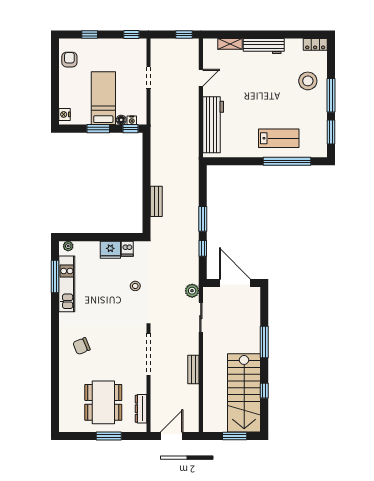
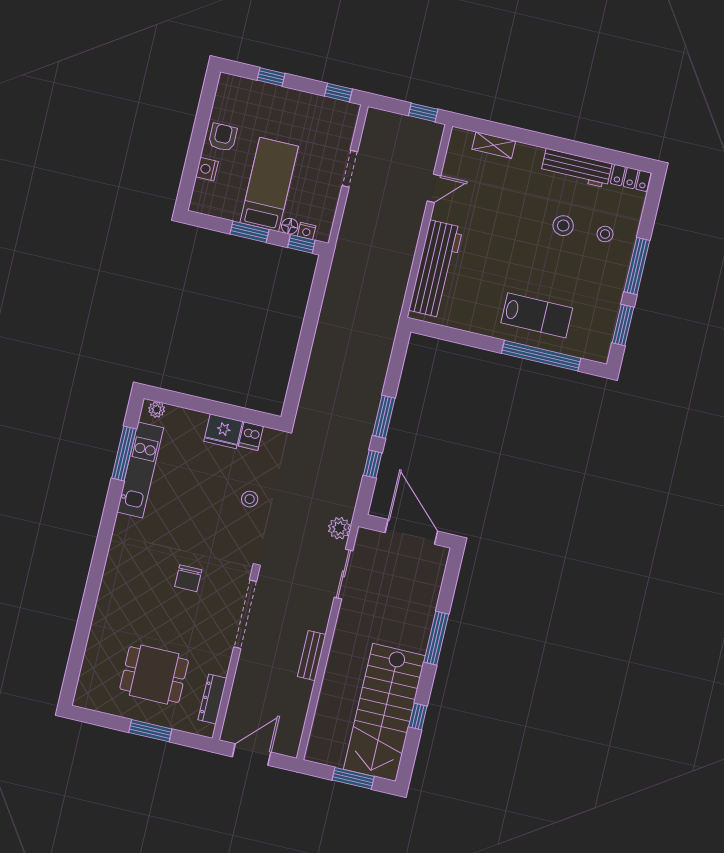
workbench: (264, 46) -> (576, 168), moved
armchair: (69, 60) -> (223, 137), moved
stool: (308, 81) -> (605, 234), width x0.53, depth x0.53
stool: (282, 82) -> (563, 226), added
nightstand: (65, 114) -> (207, 169), moved
bench: (156, 201) -> (315, 371), removed
chair: (81, 346) -> (188, 578), moved, turned -68
dining table: (103, 402) -> (154, 675), width x0.73

